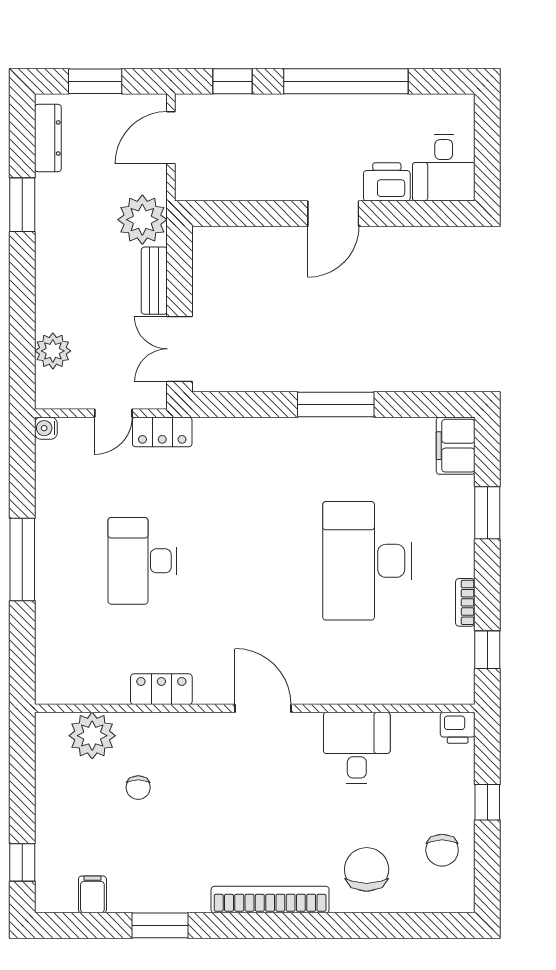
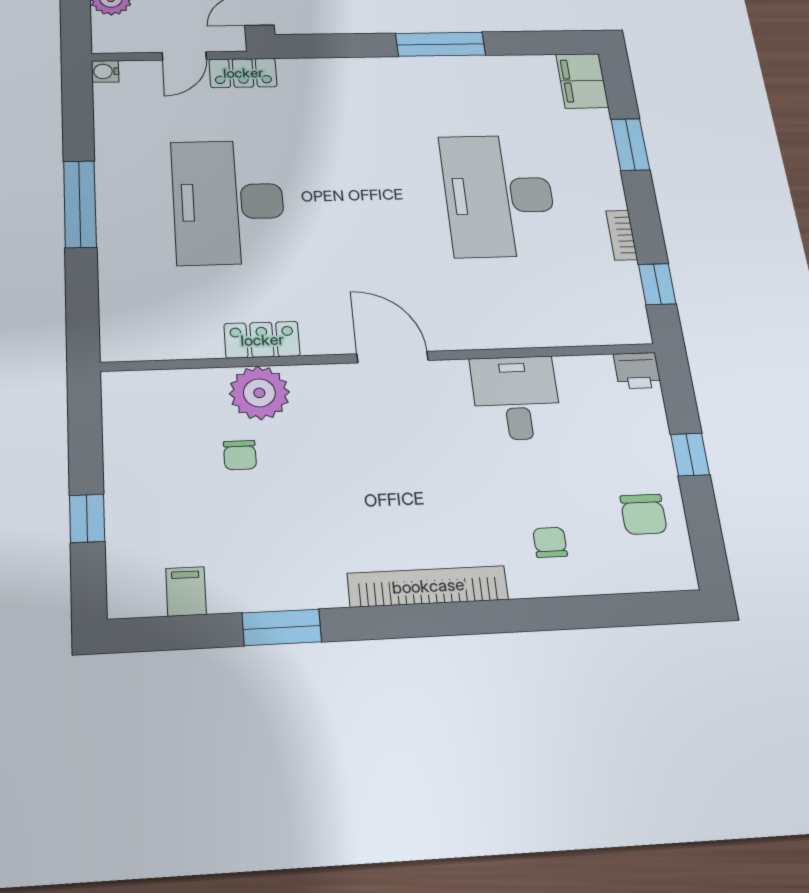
desk: (142, 561) -> (228, 202), width x1.36, depth x1.30
plant: (92, 736) -> (259, 393), moved
window: (22, 862) -> (87, 518), moved
chair: (367, 869) -> (550, 542), width x0.54, depth x0.54

